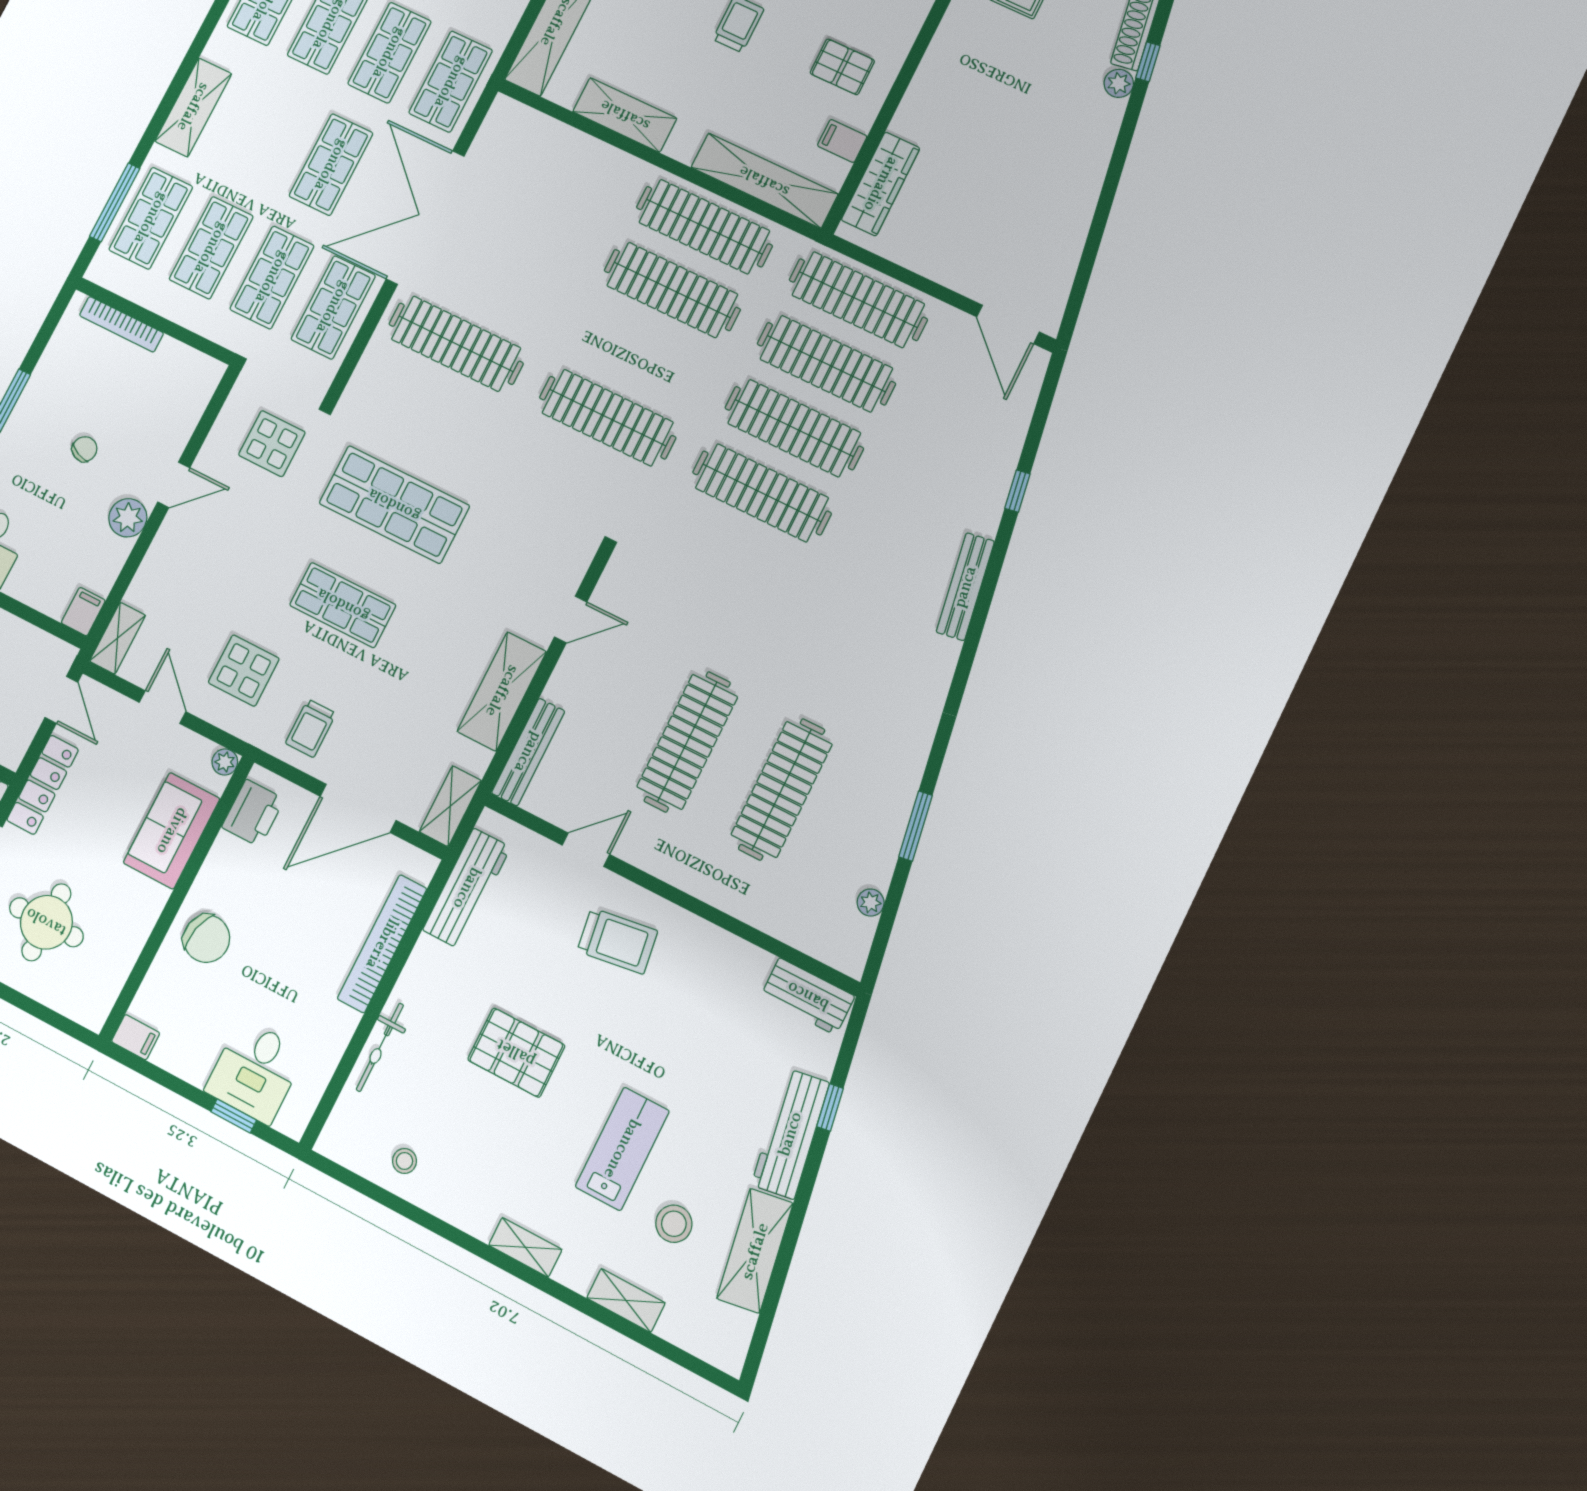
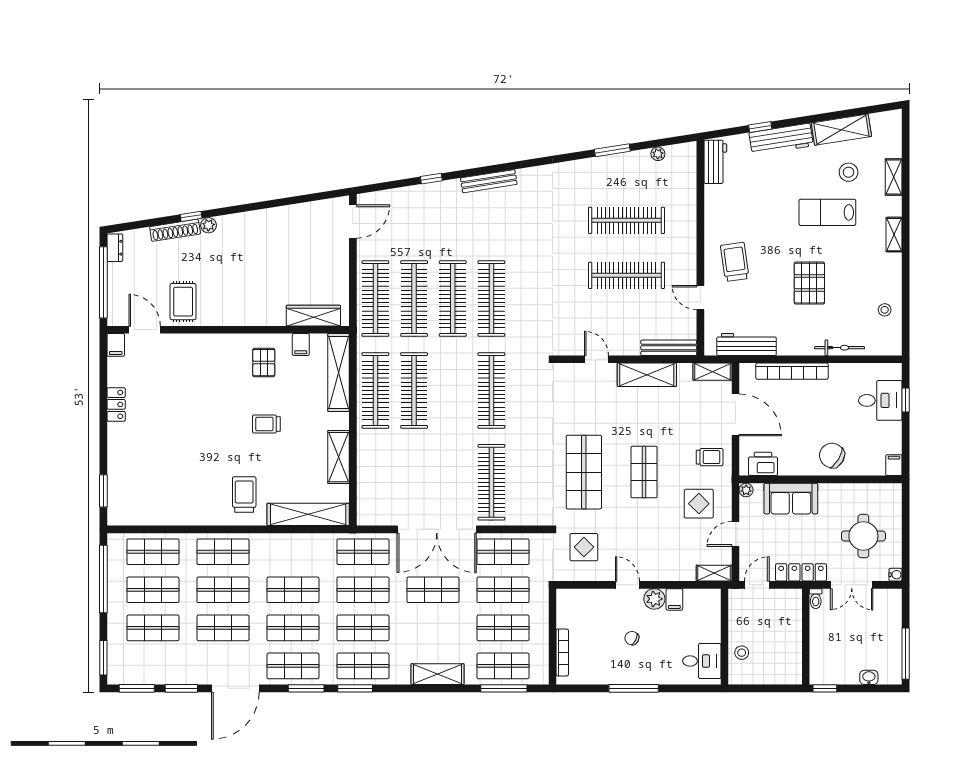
filing cabinet: (83, 612) -> (674, 599), moved, turned -90
chair: (207, 939) -> (832, 455), turned -73

